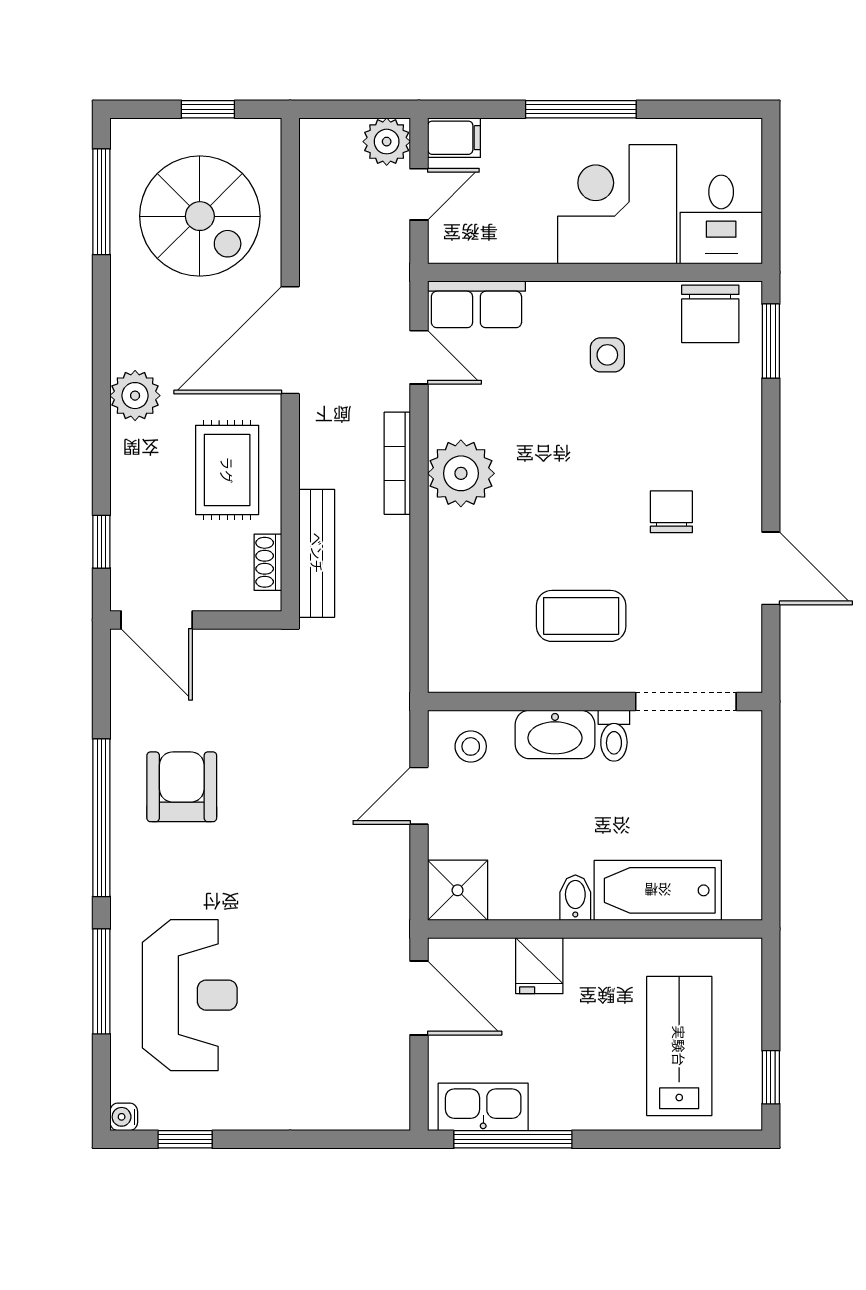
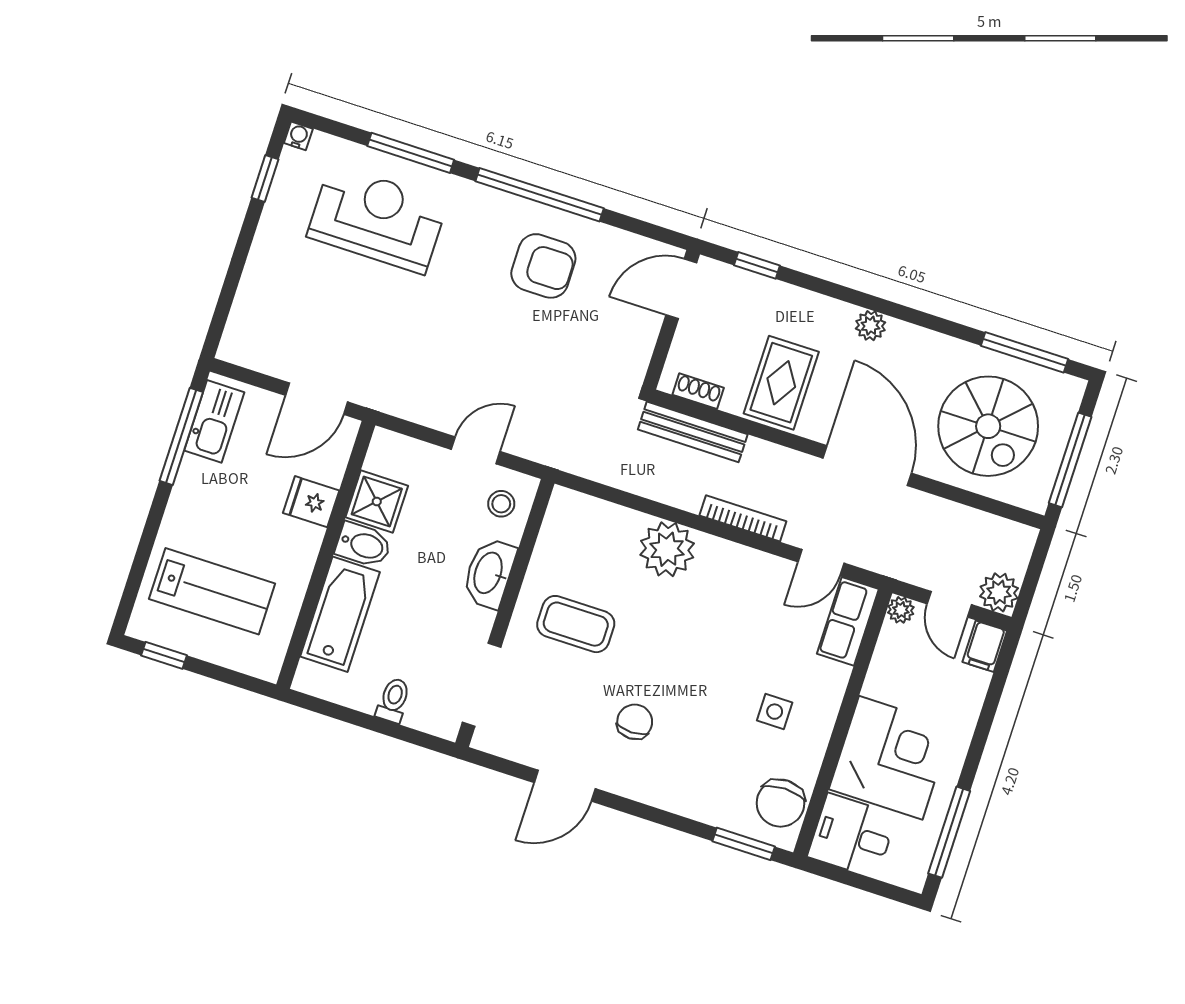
window: (208, 109) -> (1070, 460), width x2.17
window: (581, 109) -> (949, 832), moved
spiral stairs: (200, 216) -> (988, 426), turned -90
plant: (444, 248) -> (901, 610), added
chair: (710, 314) -> (781, 803), turned -90
plant: (135, 396) -> (871, 326), width x0.73, depth x0.73
rug: (227, 470) -> (781, 383), turned 90
plant: (461, 473) -> (667, 549), moved
chair: (671, 512) -> (635, 722), turned -90
coffee table: (581, 616) -> (576, 624), turned 90
toilet: (614, 736) -> (393, 700), moved, turned 90
door: (419, 796) -> (476, 450), hinge flipped
shower: (458, 890) -> (377, 502), moved
bidet: (575, 898) -> (363, 545), width x1.38, depth x1.36
reception desk: (190, 995) -> (377, 219), turned 180

